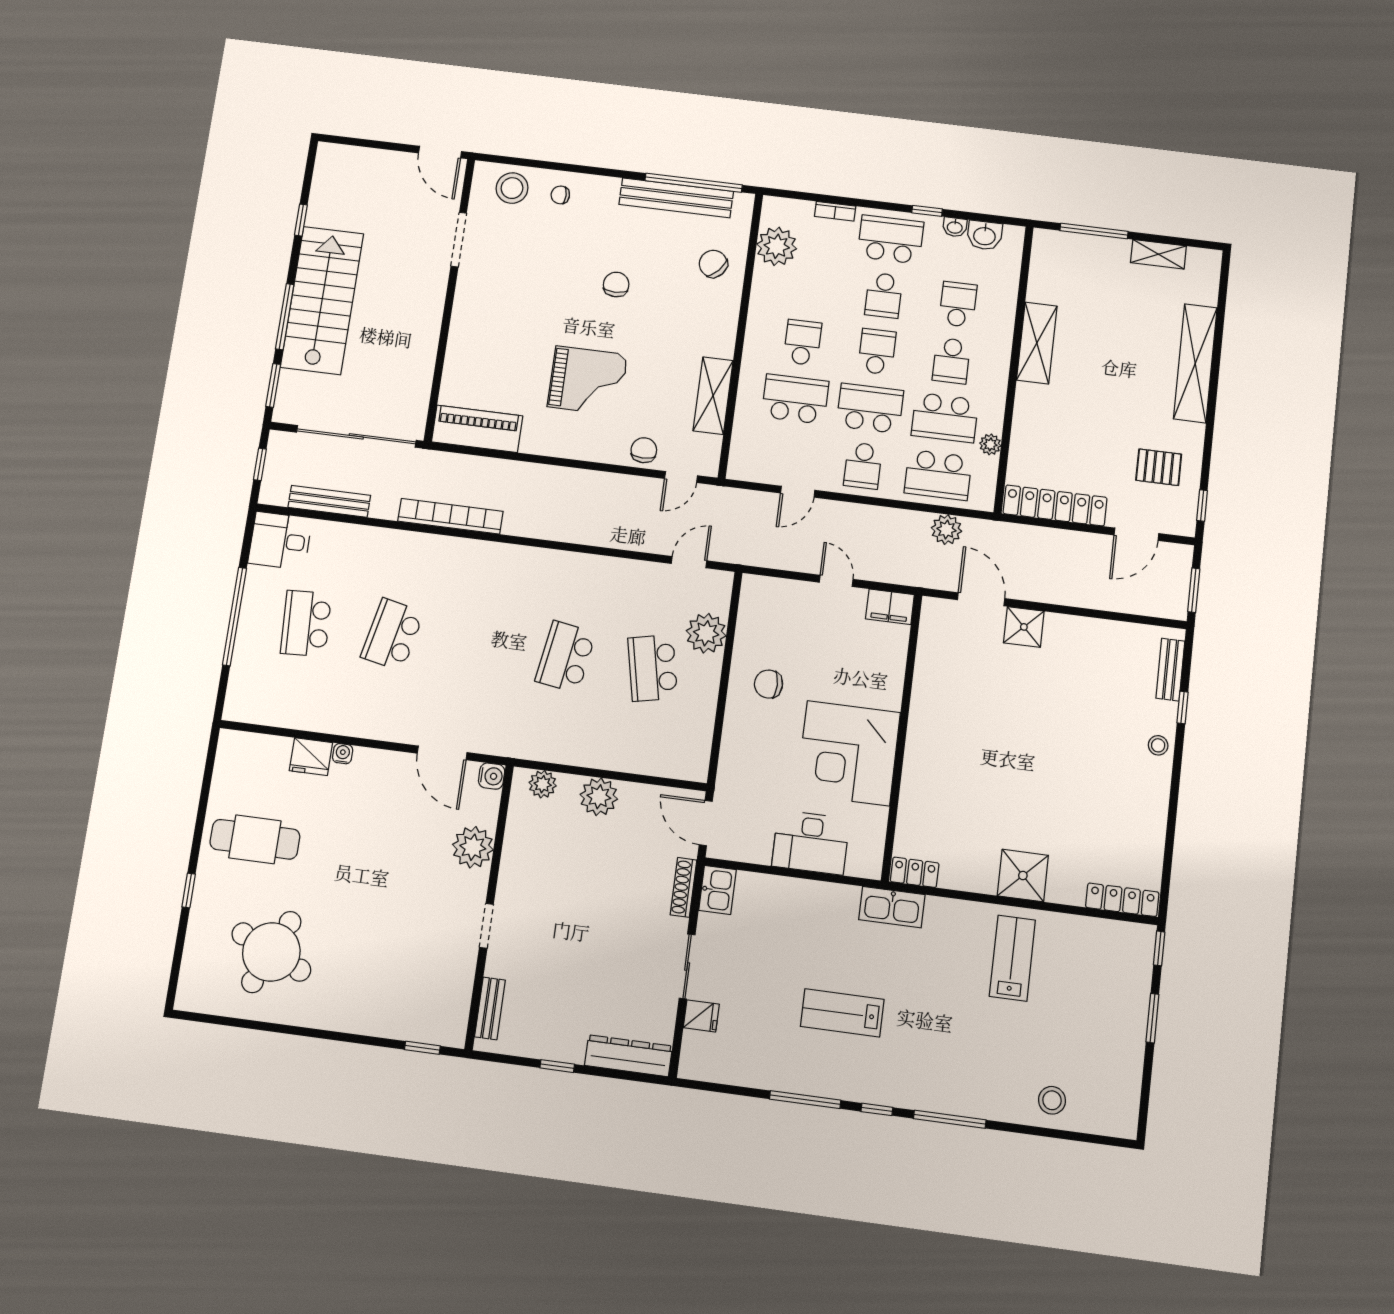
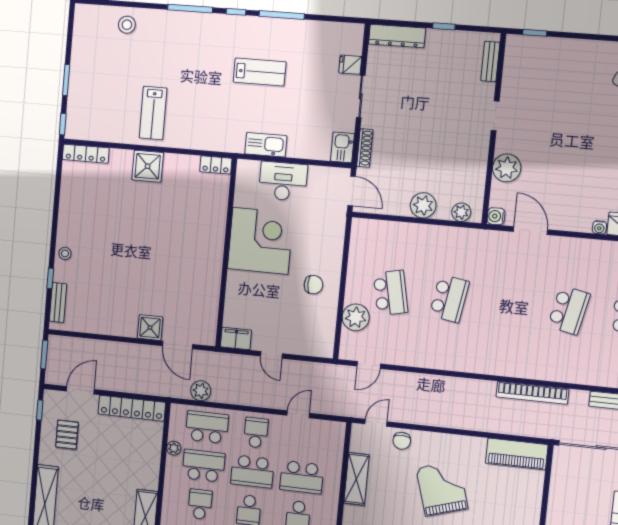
grand piano: (587, 381) -> (442, 488), turned 73
pallet: (1159, 467) -> (67, 435), turned 90
kitchen sink: (892, 907) -> (266, 145), moved

